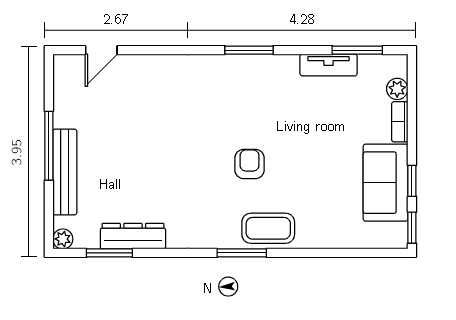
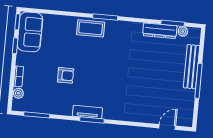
tv unit: (329, 65) -> (87, 112), moved
armchair: (250, 164) -> (66, 75), moved, turned -90
sofa: (386, 183) -> (30, 32), moved
plant: (63, 239) -> (183, 31), moved

